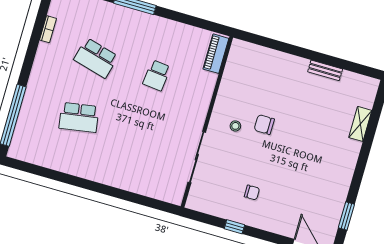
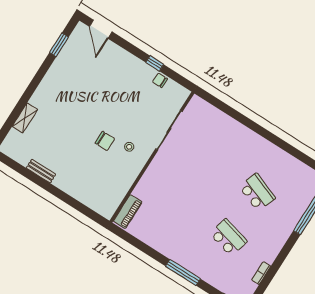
school desk: (157, 75) -> (182, 208), removed
school desk: (79, 117) -> (257, 192), turned 30
chair: (252, 192) -> (160, 80), moved

